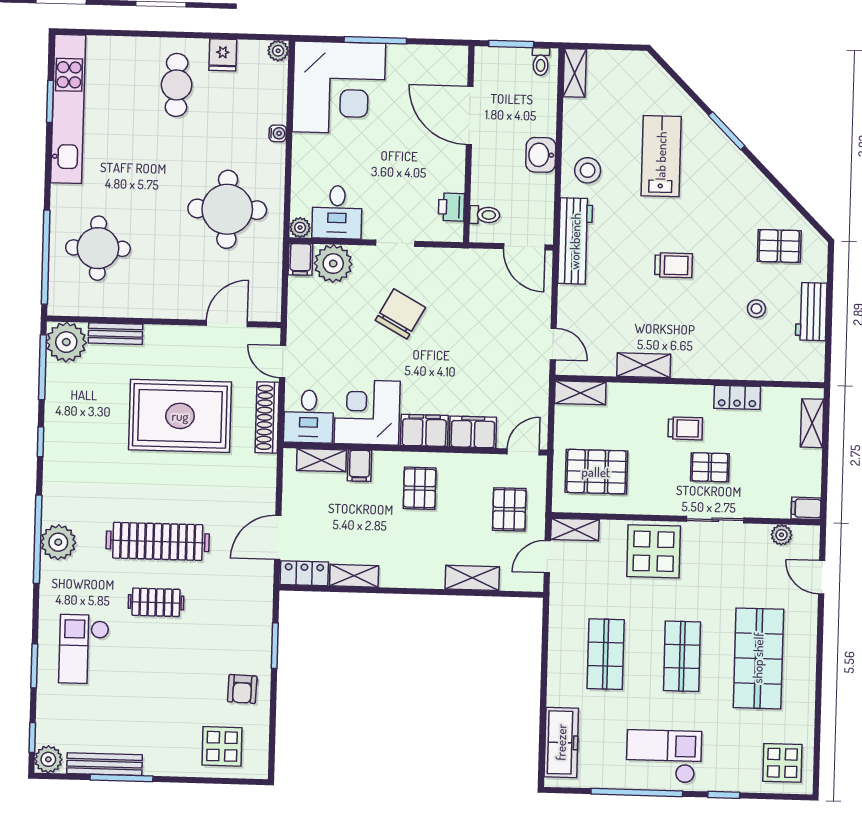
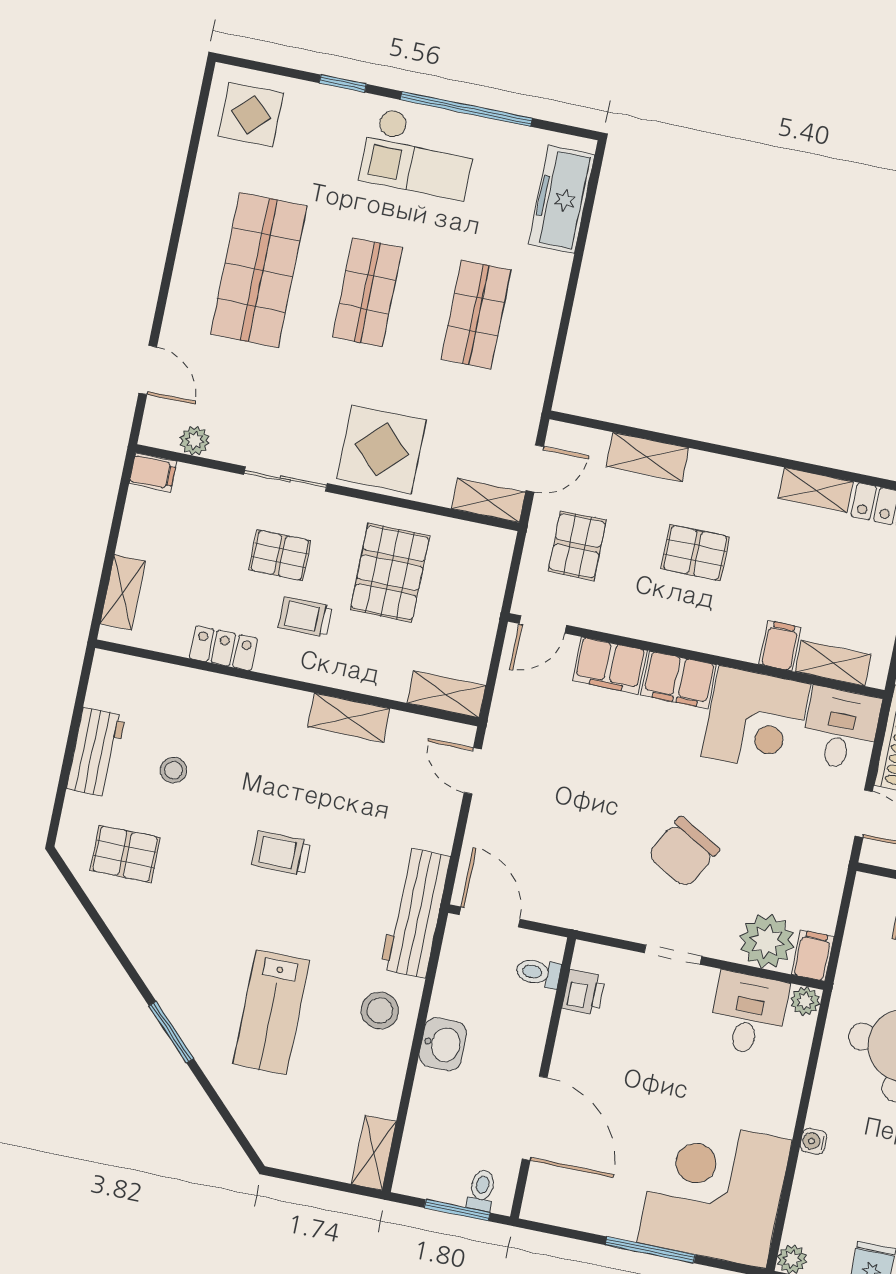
toilet: (541, 62) -> (481, 1190), moved
pallet: (596, 472) -> (390, 573), moved, turned 90
pallet: (420, 488) -> (695, 553), moved, turned 90

